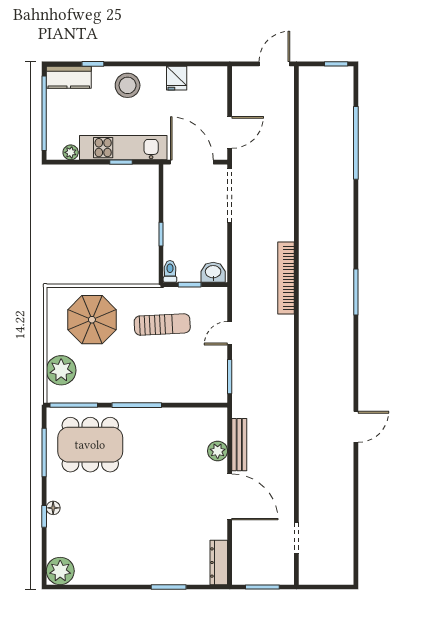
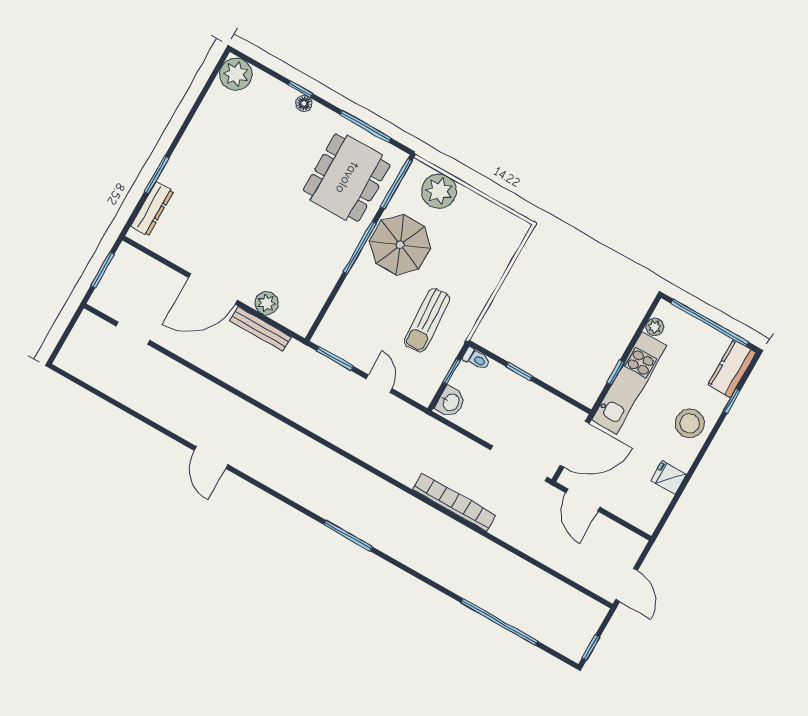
bookcase: (286, 278) -> (454, 502), moved
parasol: (92, 320) -> (400, 245), moved
dresser: (219, 563) -> (152, 209), moved, turned 90

